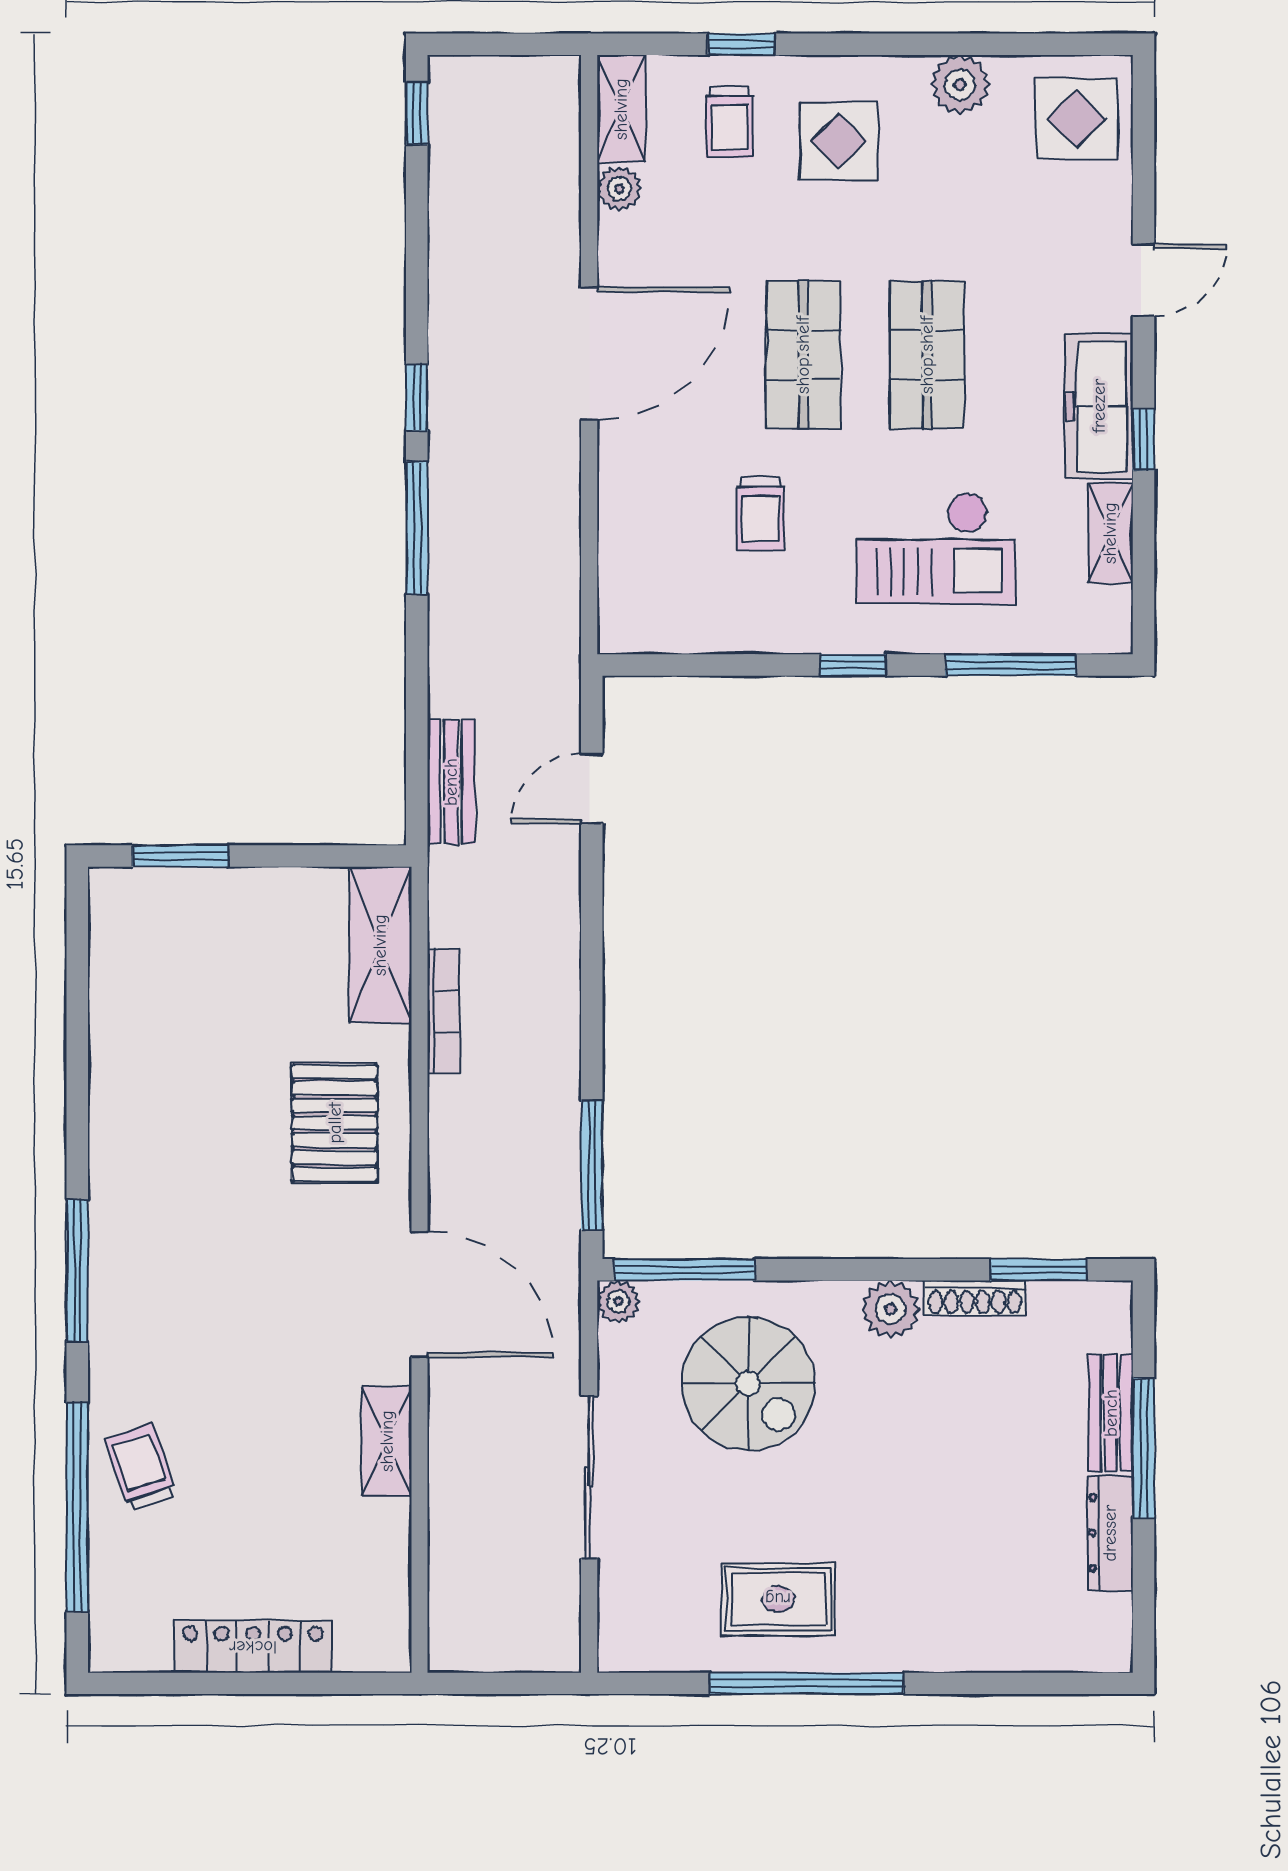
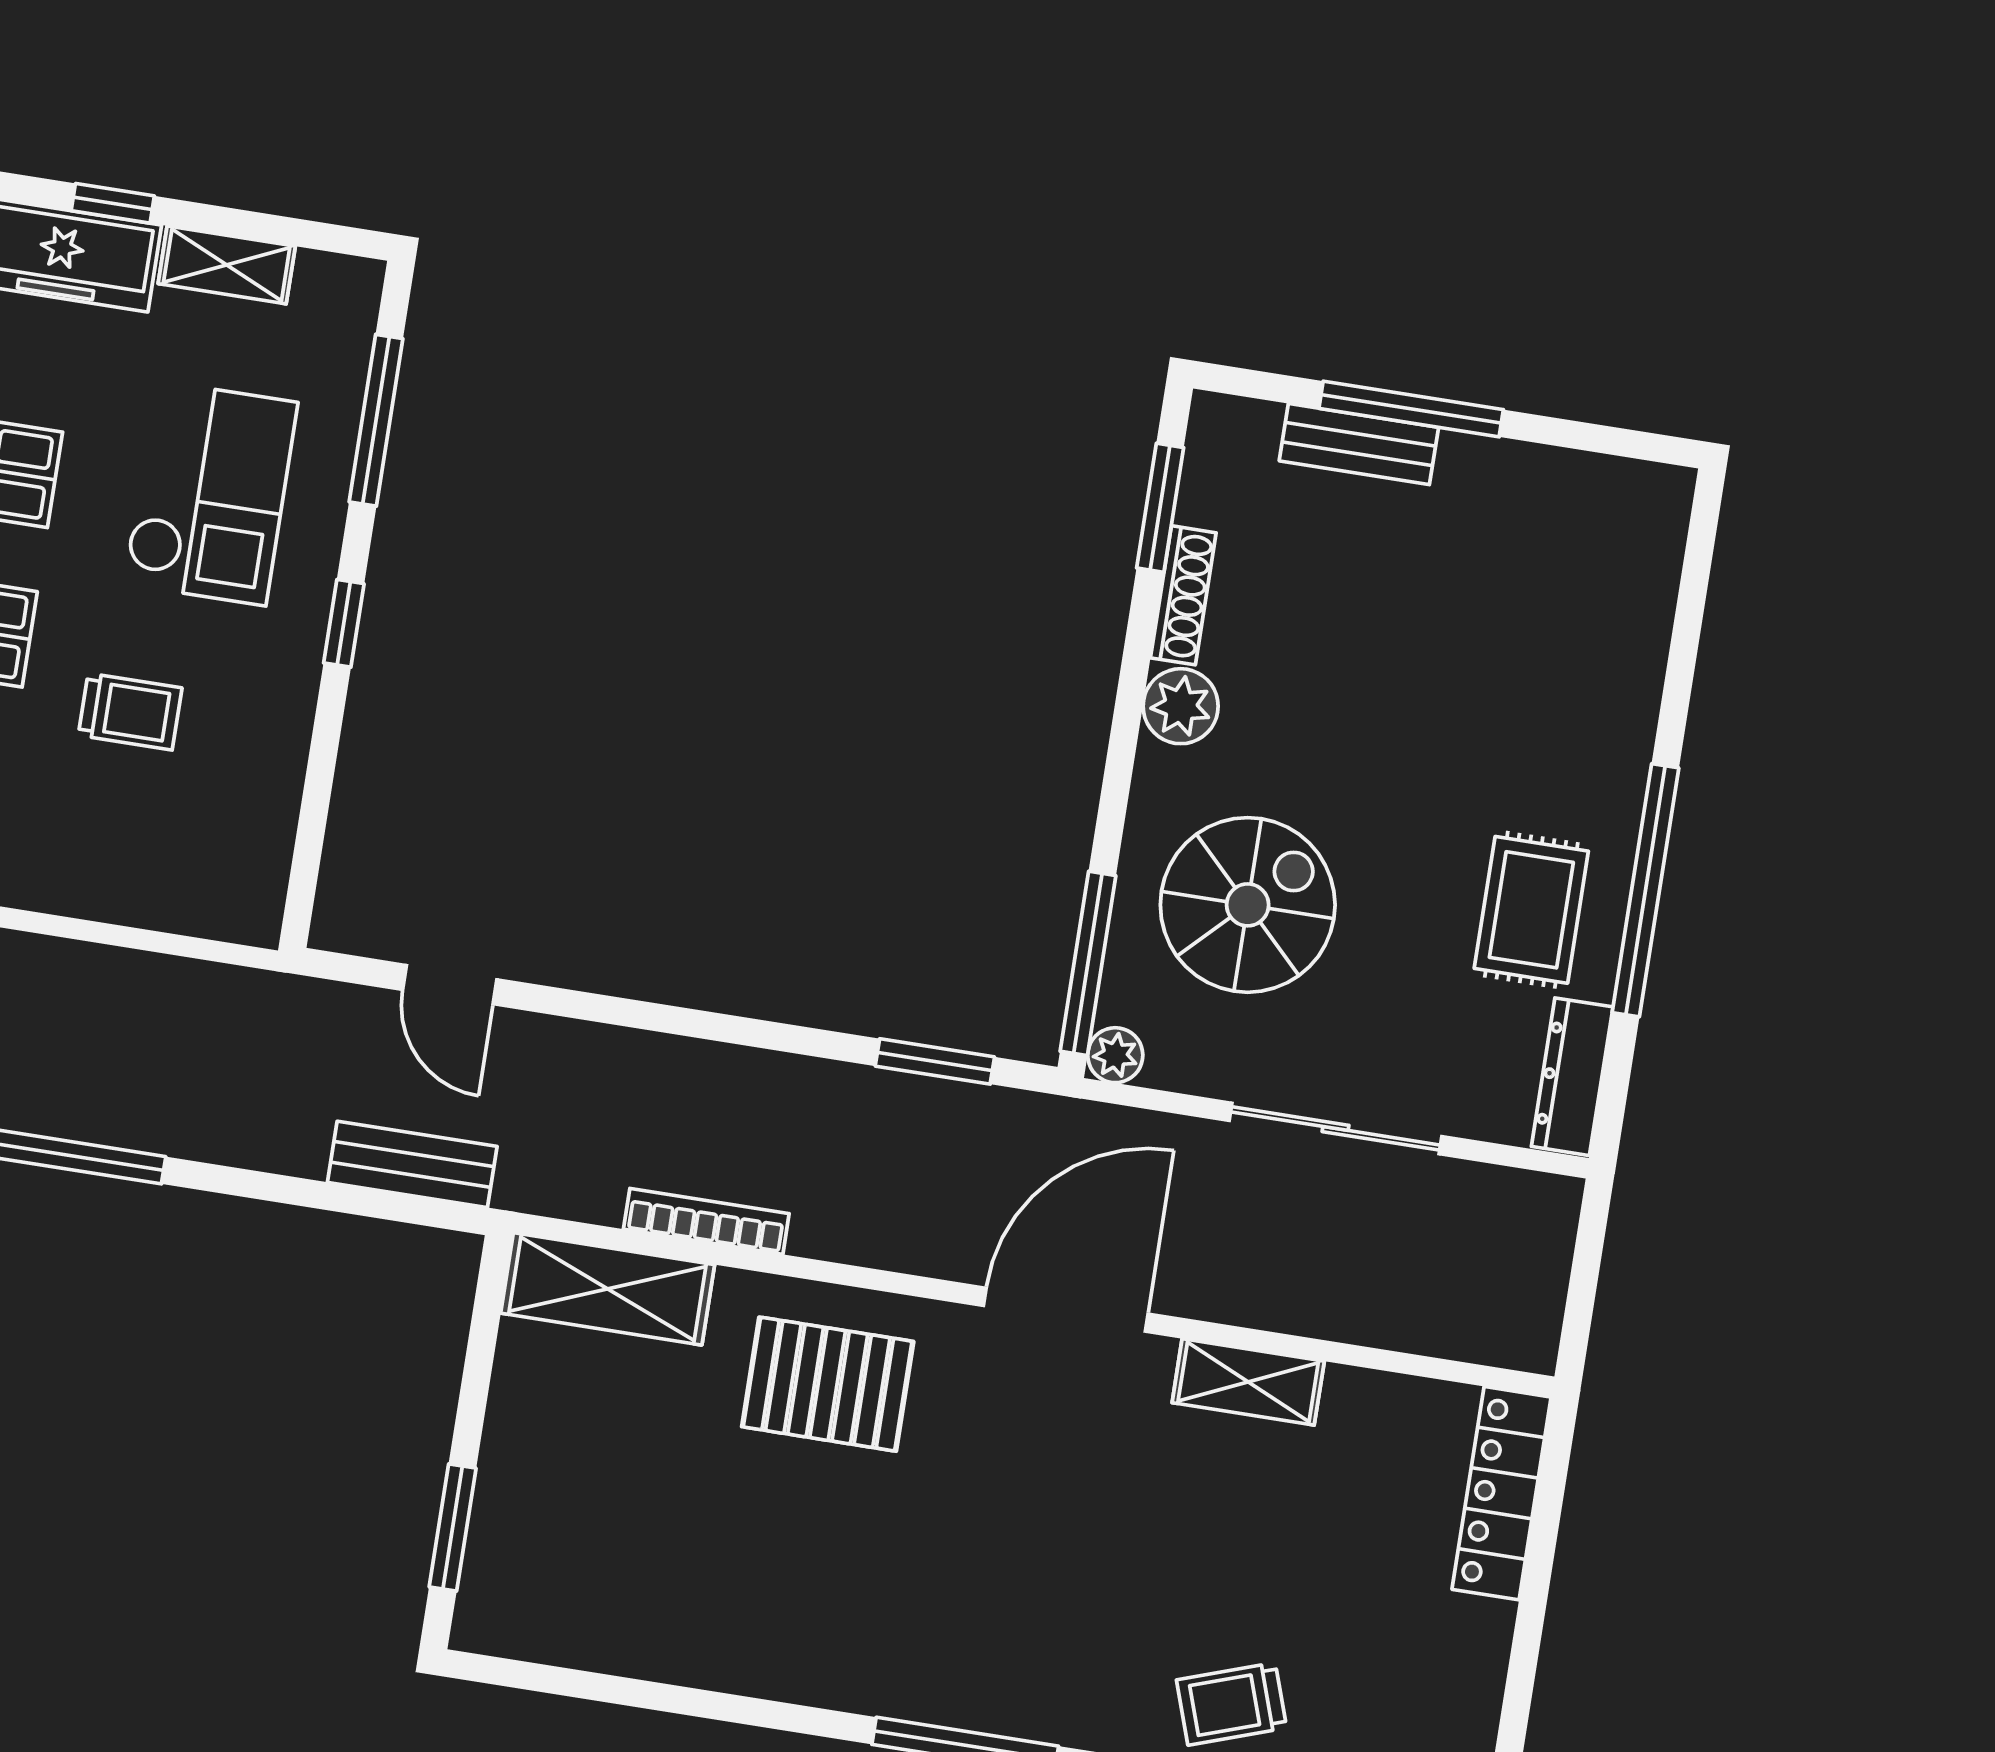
window: (592, 1165) -> (935, 1061), width x0.69
dresser: (1110, 1533) -> (1572, 1077), moved, turned 90
locker: (253, 1647) -> (1502, 1493), moved

